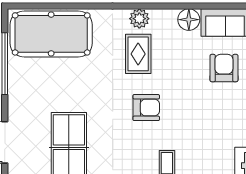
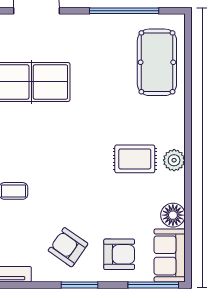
pool table: (51, 34) -> (157, 62), width x0.73, depth x0.76
armchair: (146, 108) -> (68, 247), moved, turned 125

